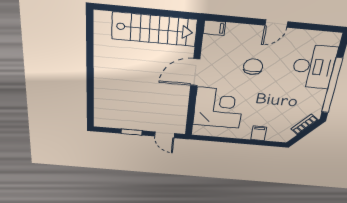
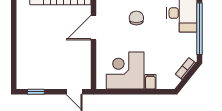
corner desk: (218, 108) -> (125, 70), moved, turned -90
window: (132, 132) -> (36, 92), moved

